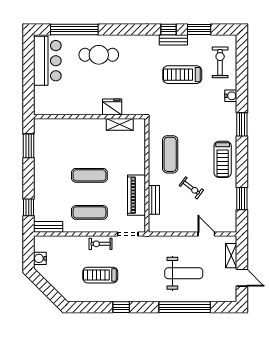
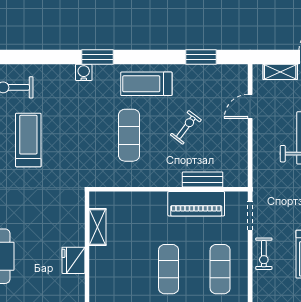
treadmill: (182, 75) -> (28, 140), turned 180
water cooler: (231, 96) -> (84, 72), moved
fridge: (112, 107) -> (73, 260), moved
exercise mat: (170, 154) -> (129, 135), moved, turned 90
treadmill: (223, 159) -> (146, 84), turned 180

